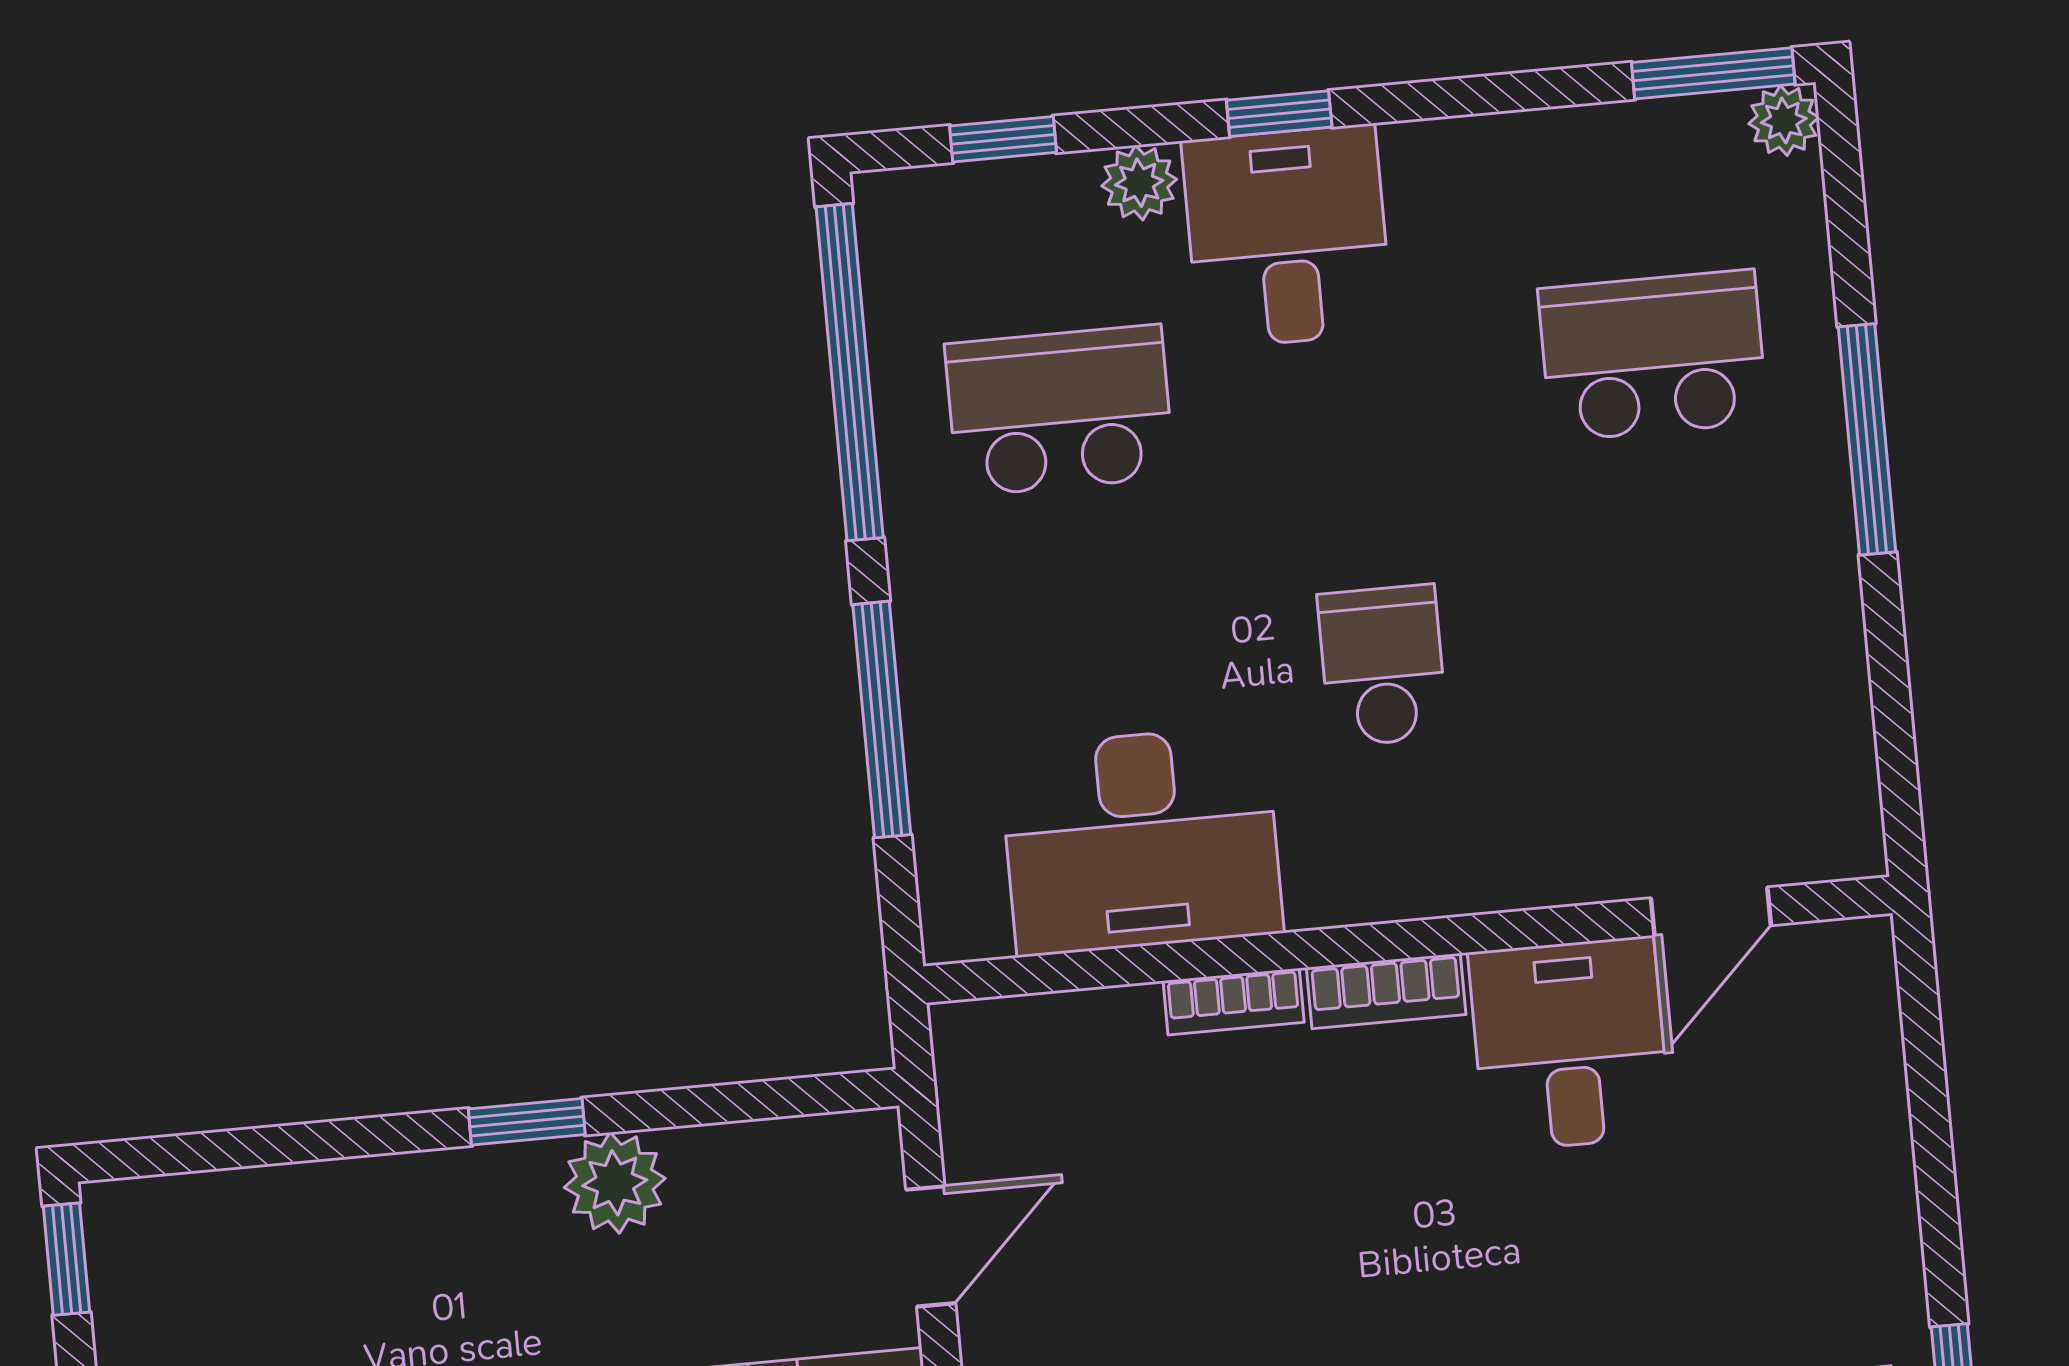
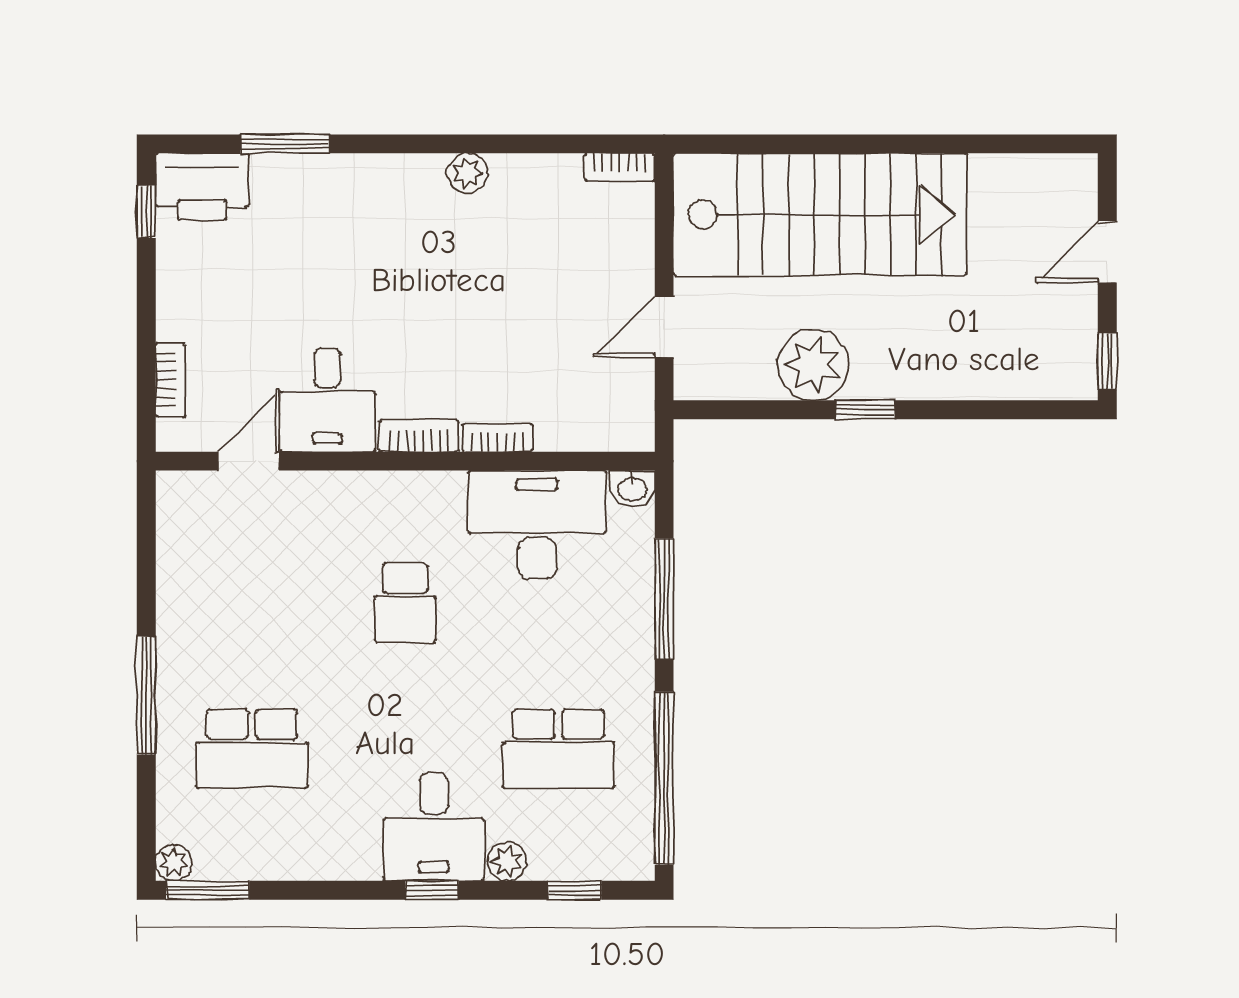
washbasin: (963, 927) -> (632, 489), added
bookcase: (1877, 1055) -> (170, 380), added
plant: (615, 1183) -> (813, 365), width x1.36, depth x1.36

